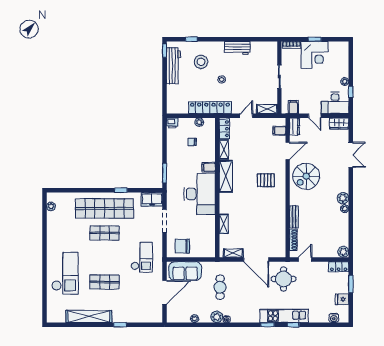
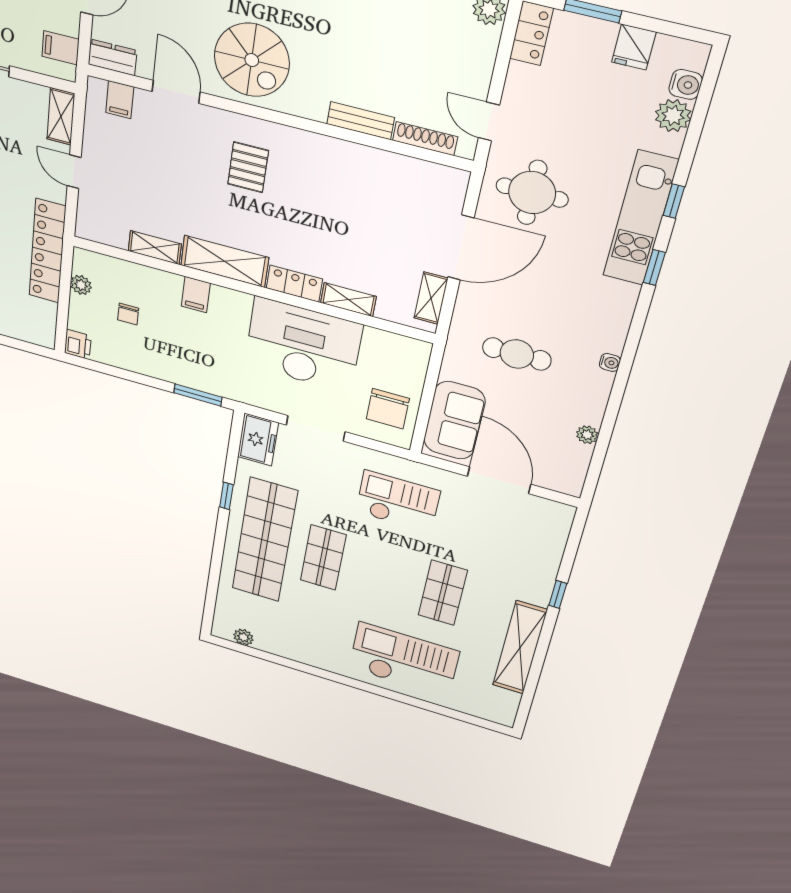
locker: (224, 129) -> (294, 284), moved
desk: (200, 194) -> (303, 345), moved
plant: (217, 317) -> (673, 116), moved

